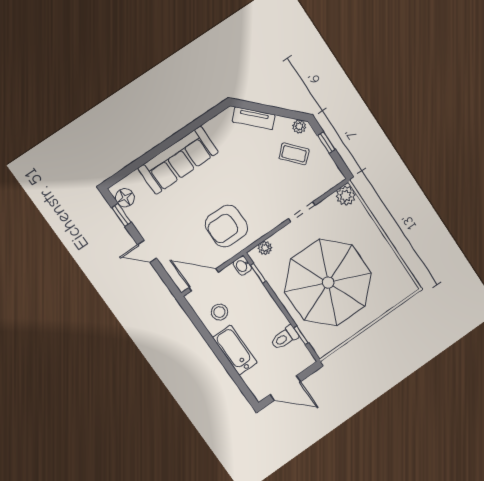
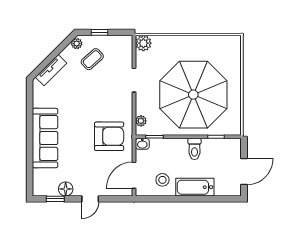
floor lamp: (125, 198) -> (66, 189), moved
armchair: (226, 226) -> (109, 136), turned -90
toilet: (284, 338) -> (194, 149), moved

